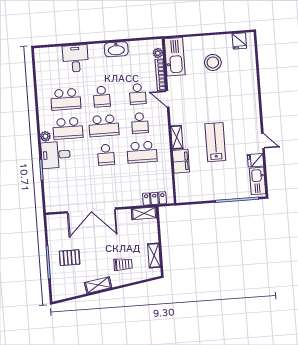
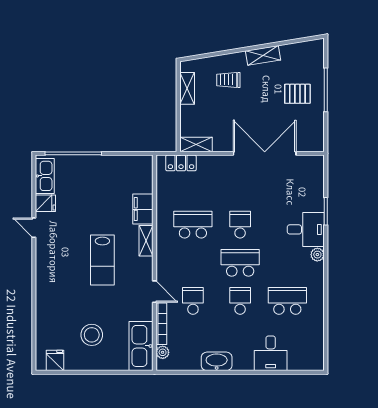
school desk: (140, 123) -> (193, 263), removed
school desk: (68, 128) -> (287, 263), removed
lab bench: (215, 142) -> (102, 260), moved

